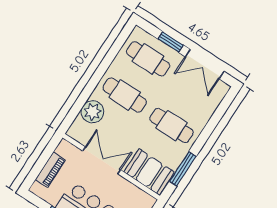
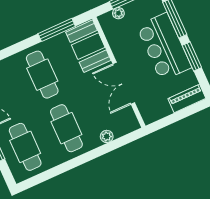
plant: (92, 112) -> (107, 136), width x0.53, depth x0.53
piano: (50, 170) -> (187, 99), moved

